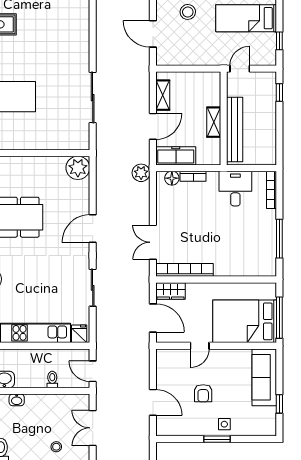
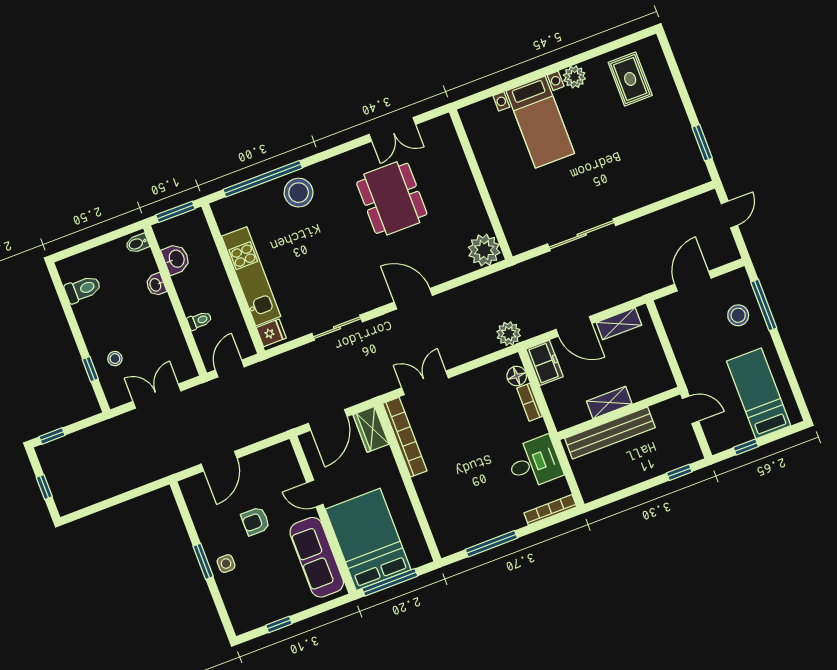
freezer: (176, 156) -> (545, 363), width x0.71
sofa: (264, 377) -> (317, 557), moved, turned -90

